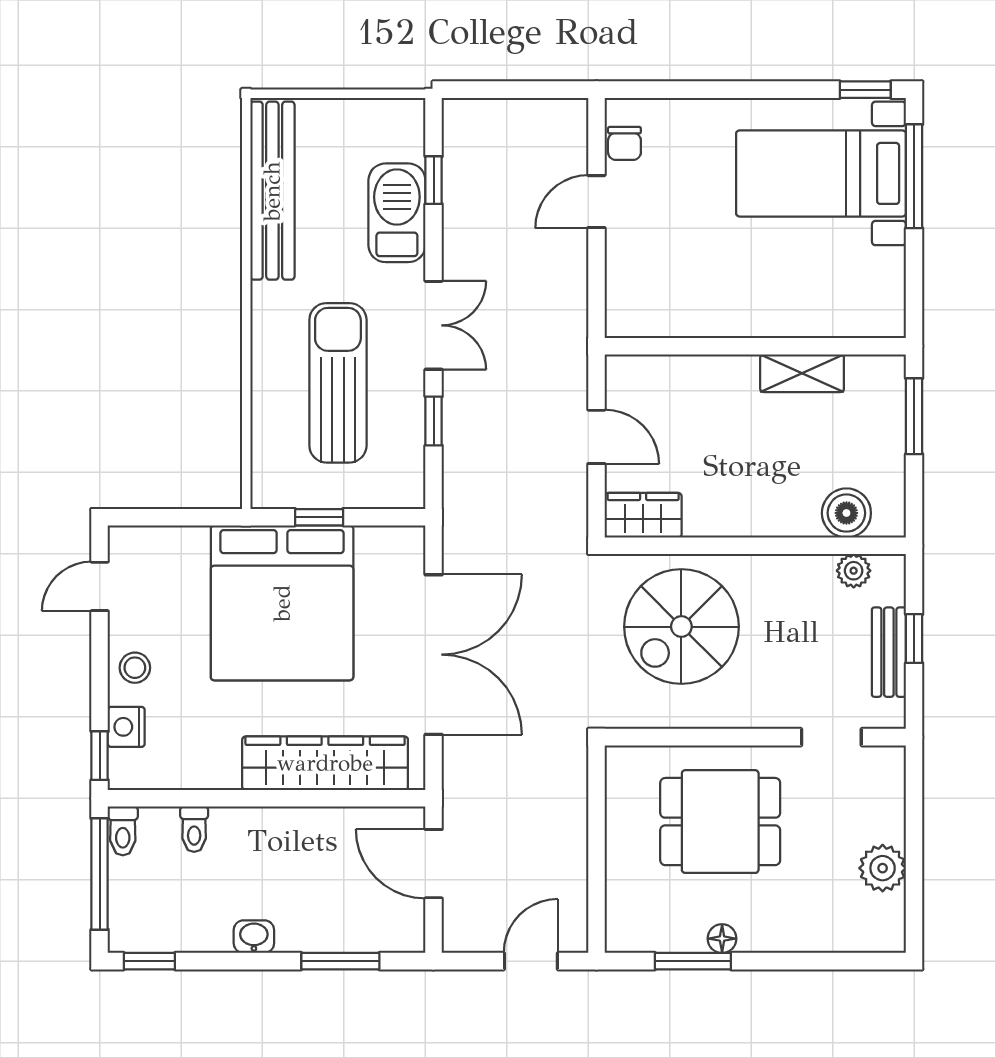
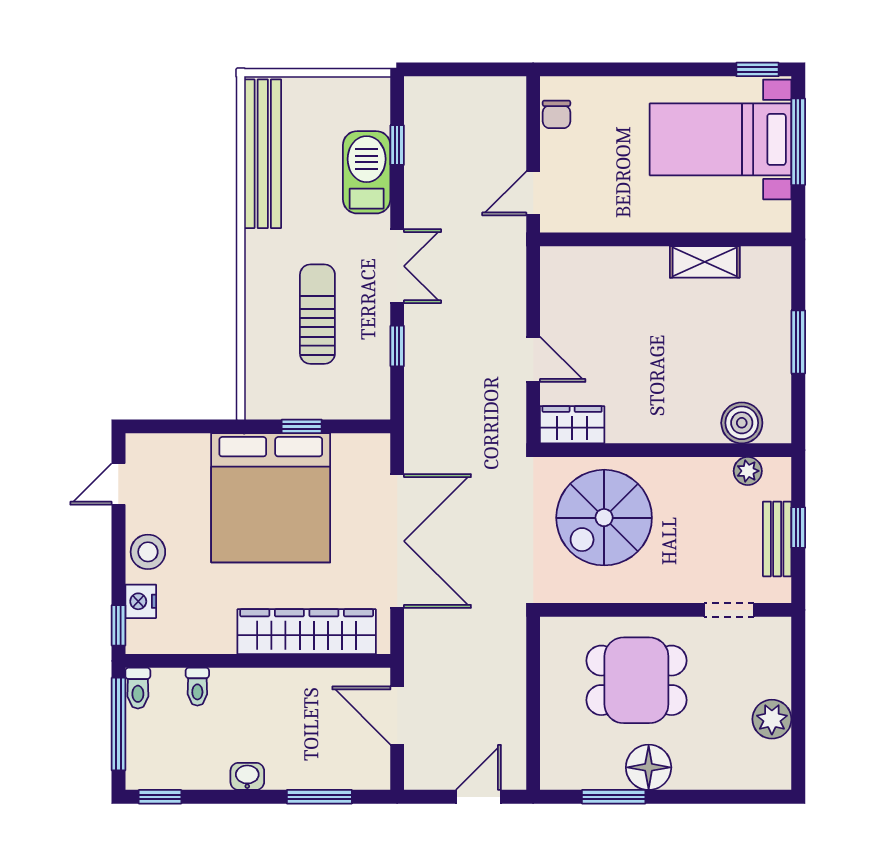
door: (596, 202) -> (533, 193), moved
wall: (755, 346) -> (666, 239), moved
shelving: (802, 373) -> (705, 262), moved
sun lounger: (338, 383) -> (317, 314), width x0.73, depth x0.75
stool: (135, 668) -> (148, 552), width x1.37, depth x1.37
floor lamp: (722, 939) -> (649, 767), width x1.89, depth x1.89

